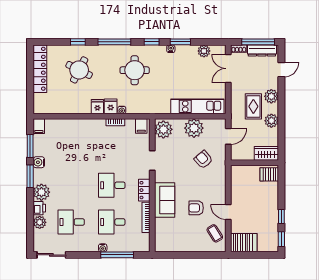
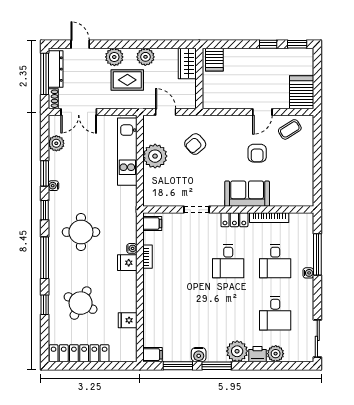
fridge: (97, 107) -> (128, 320), moved
plant: (163, 129) -> (157, 195), removed

